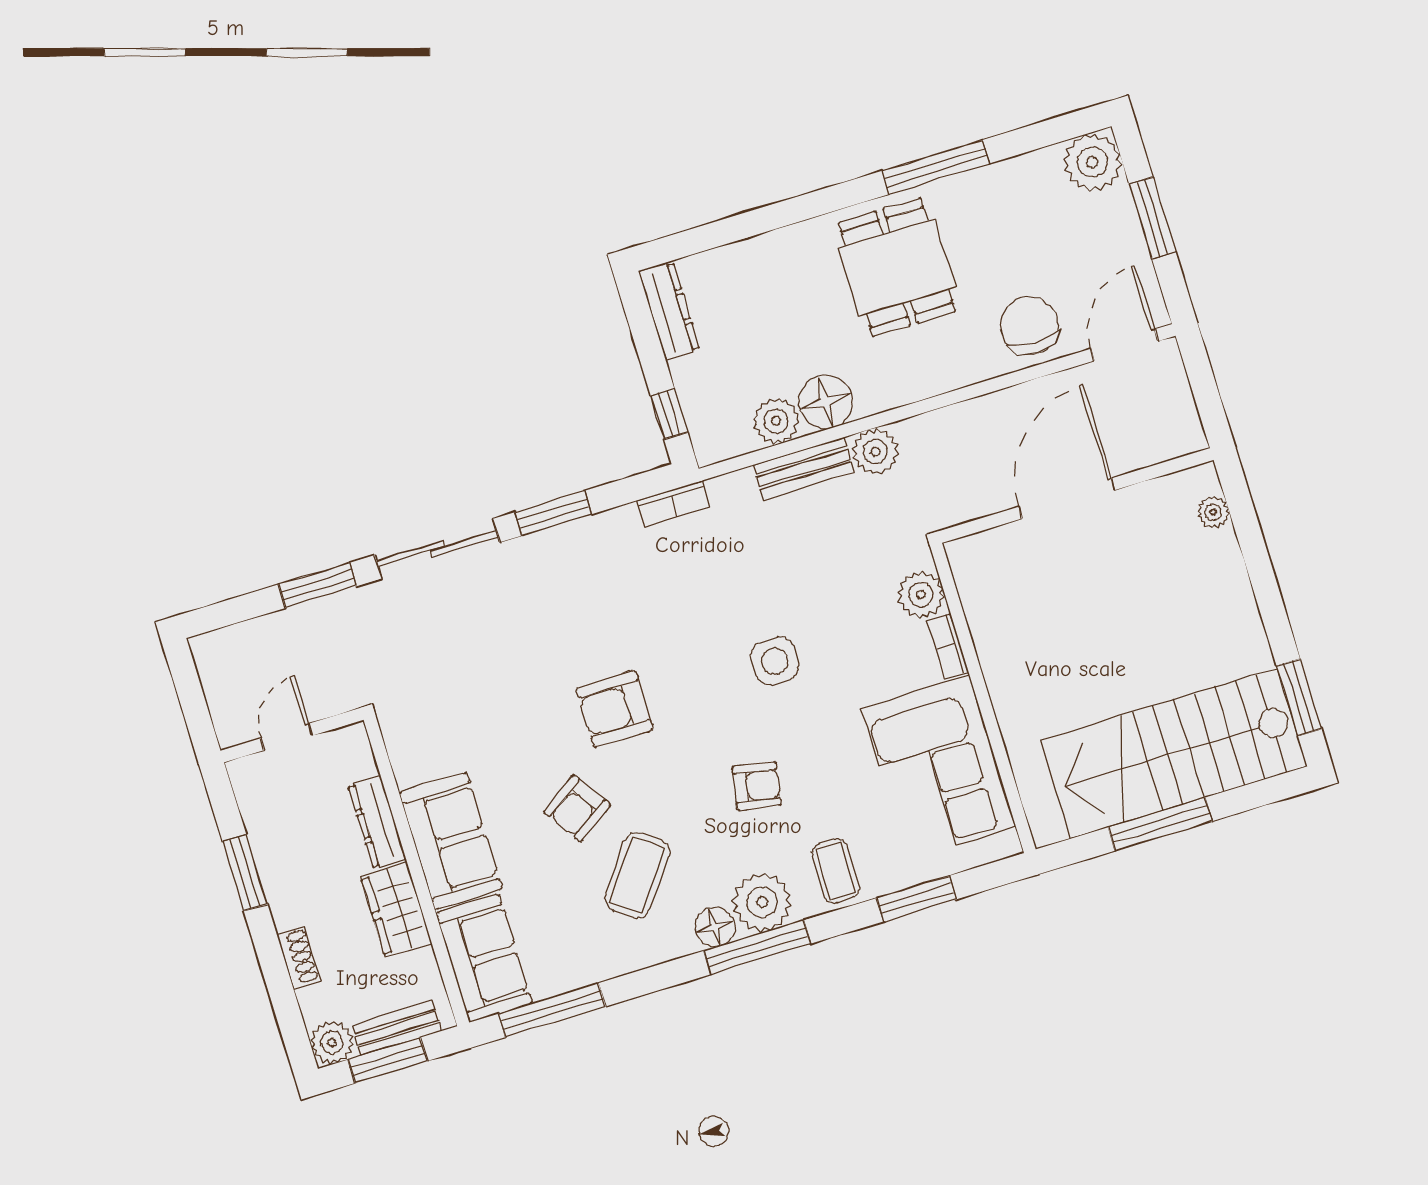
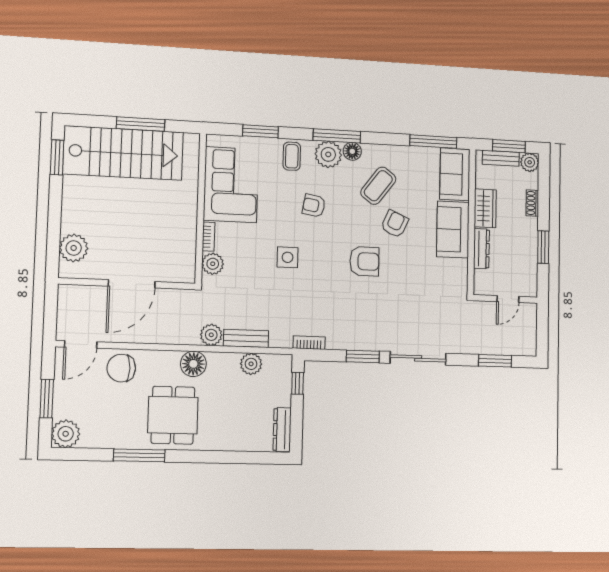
chair: (1030, 326) -> (121, 368), turned 90
floor lamp: (826, 402) -> (193, 364), moved
plant: (1213, 512) -> (74, 248), width x1.88, depth x1.88
window: (318, 585) -> (495, 361), moved
armchair: (577, 808) -> (395, 224), turned -32

